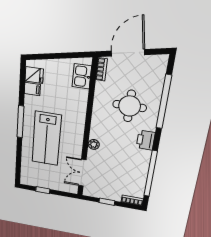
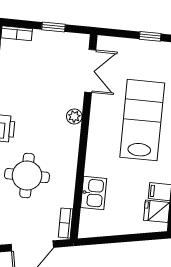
kitchen sink: (82, 76) -> (94, 193), moved

